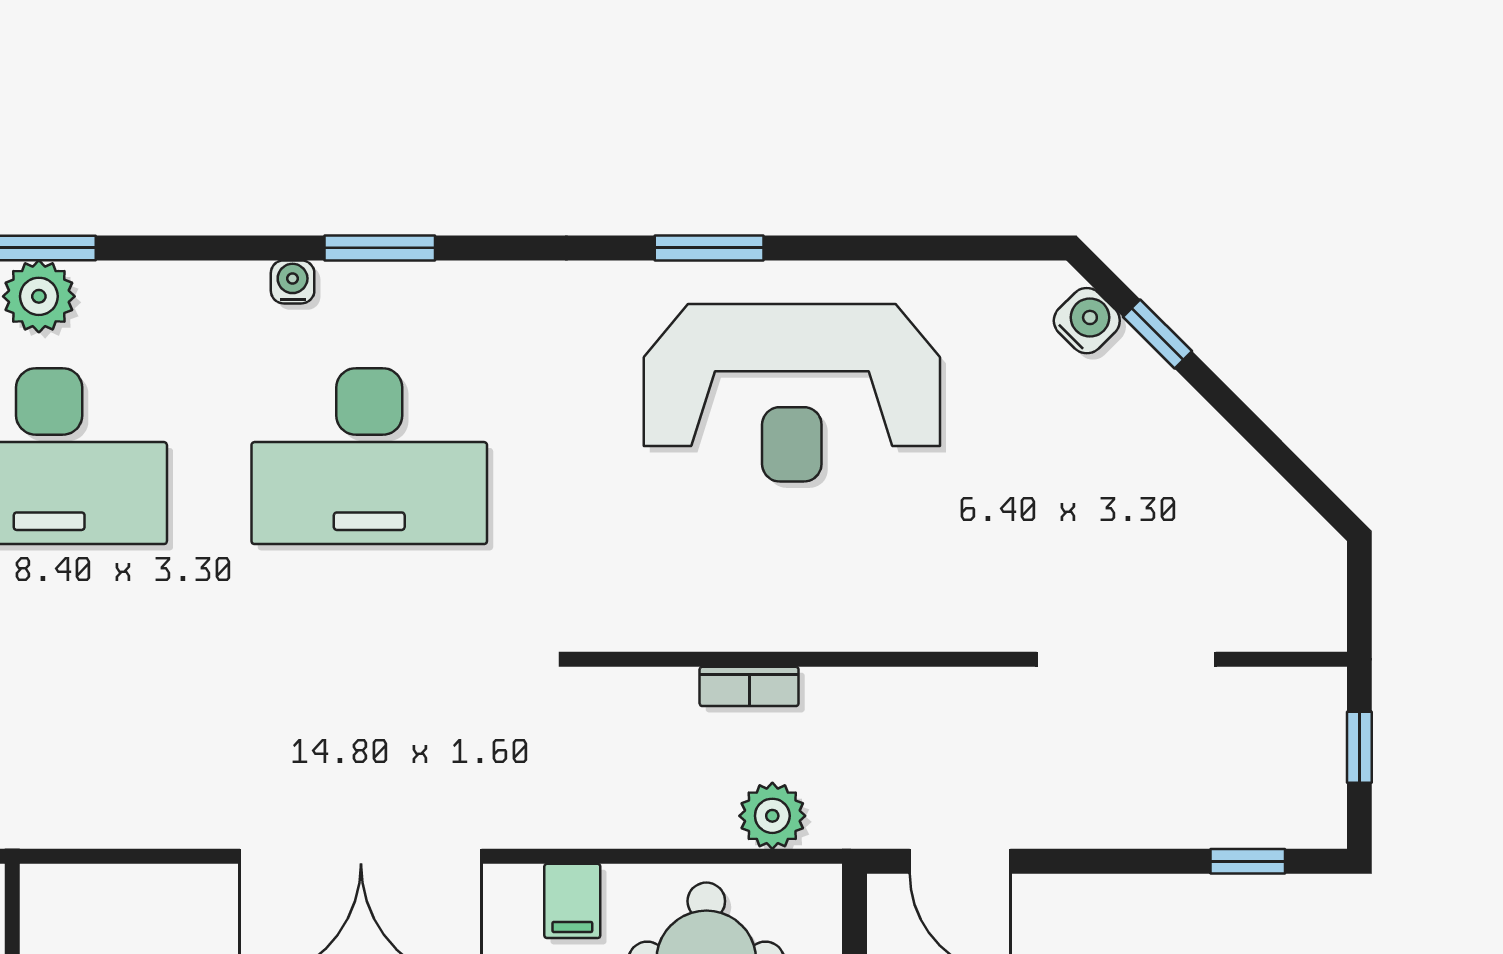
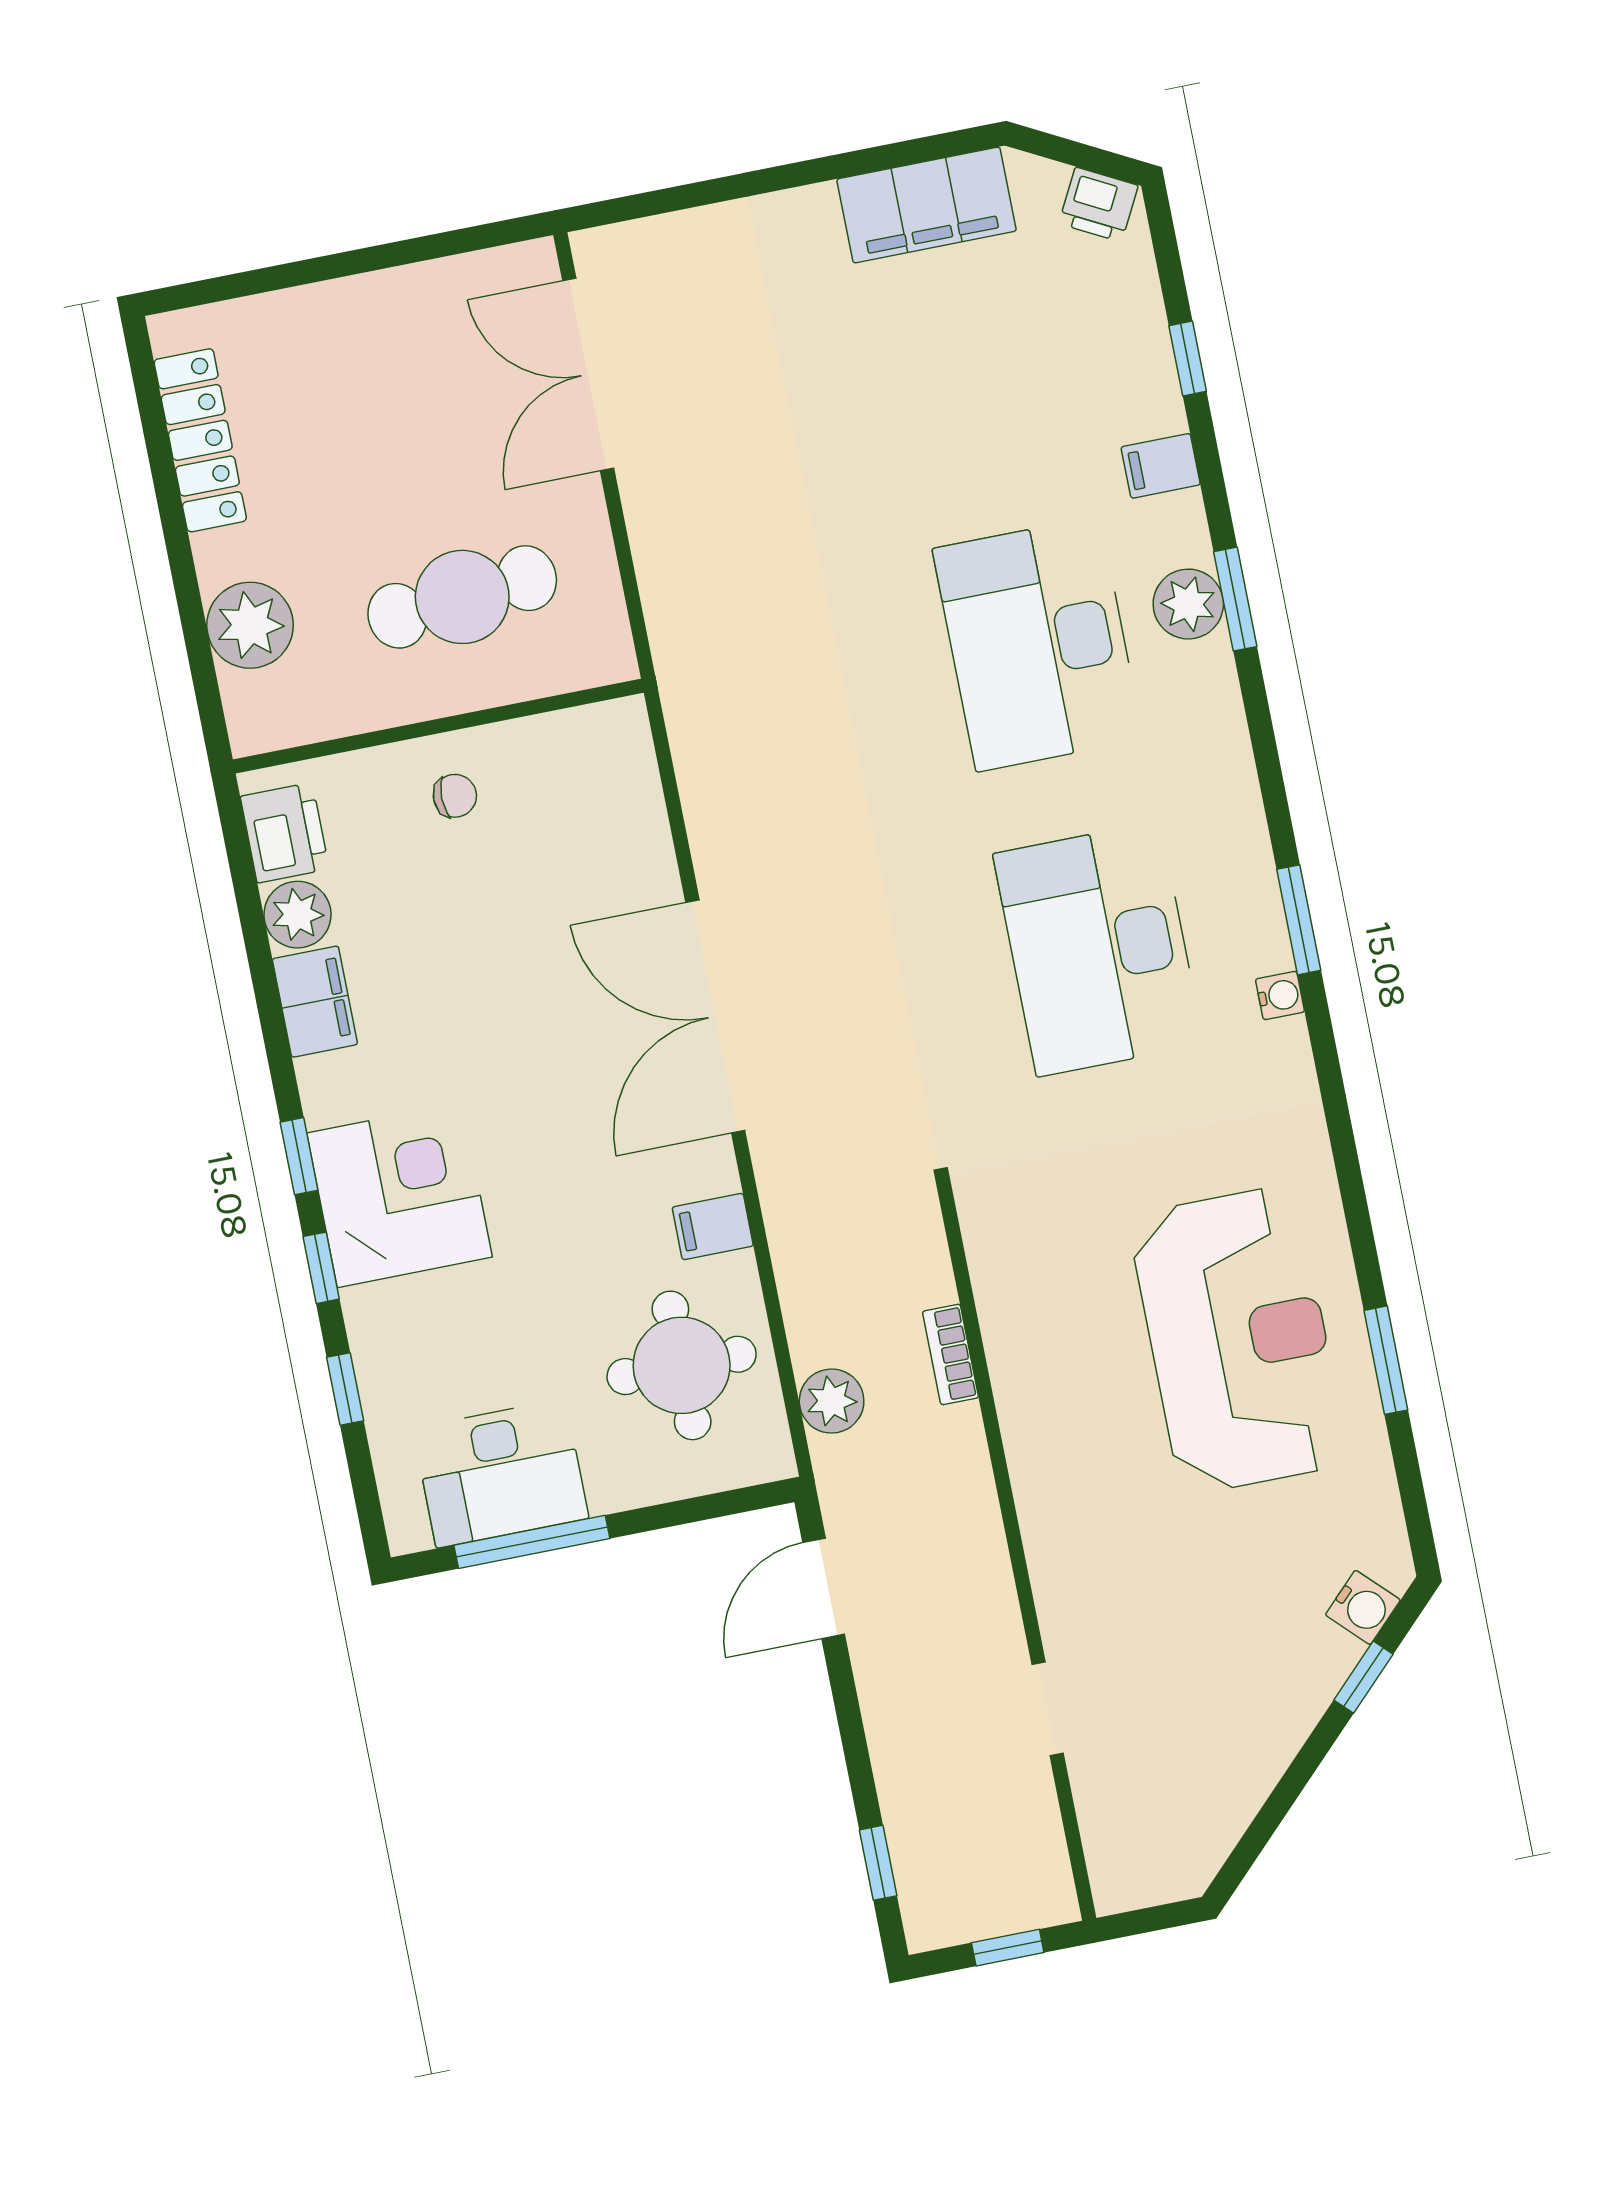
window: (709, 248) -> (1386, 1360), moved
water cooler: (293, 282) -> (1280, 995), moved
reception desk: (792, 393) -> (1238, 1340), turned 180
doorway: (1126, 659) -> (1048, 1709), width x0.53

